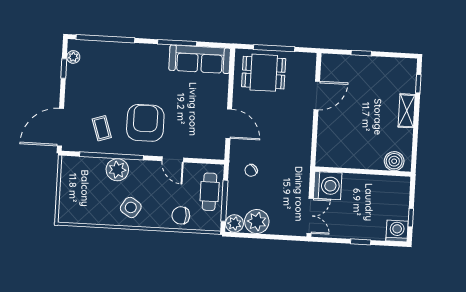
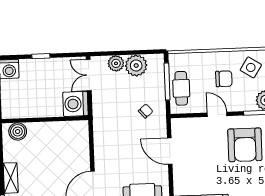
chair: (181, 215) -> (224, 79), moved
plant: (234, 223) -> (116, 63), moved

